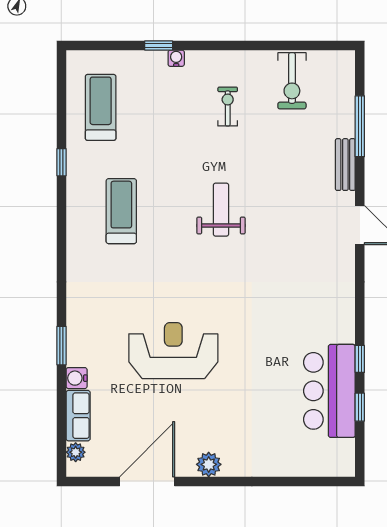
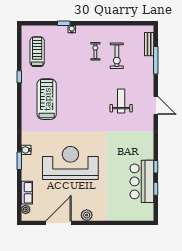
exercise bike: (292, 81) -> (117, 56), moved
bench: (345, 165) -> (149, 44), moved
weight bench: (221, 210) -> (121, 101), moved
treadmill: (121, 211) -> (47, 99), width x1.37, depth x1.38
reception desk: (173, 351) -> (70, 163), width x1.36, depth x1.30
water cooler: (77, 378) -> (26, 150), moved

